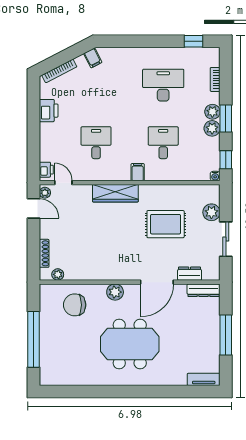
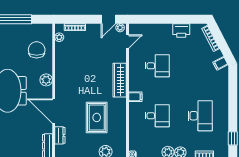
printer: (46, 170) -> (137, 29), removed

